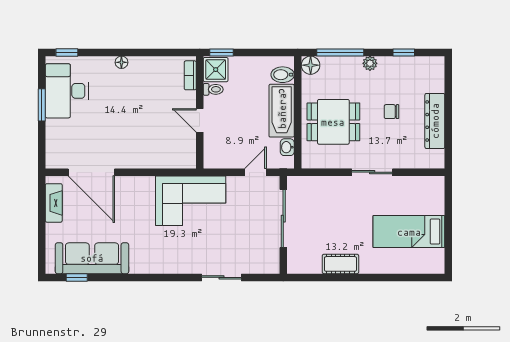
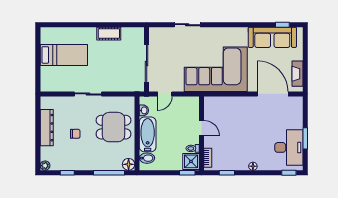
window: (161, 52) -> (227, 173), added
plant: (370, 63) -> (45, 166), moved
corner sofa: (191, 201) -> (216, 69), width x1.36, depth x1.36

